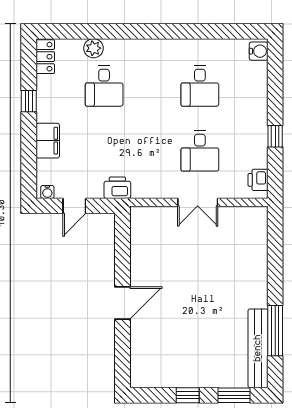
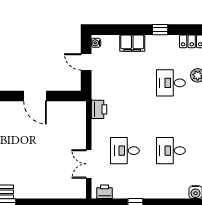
printer: (117, 188) -> (99, 109), moved
double door: (198, 202) -> (89, 164), moved
door: (123, 303) -> (35, 96), moved

